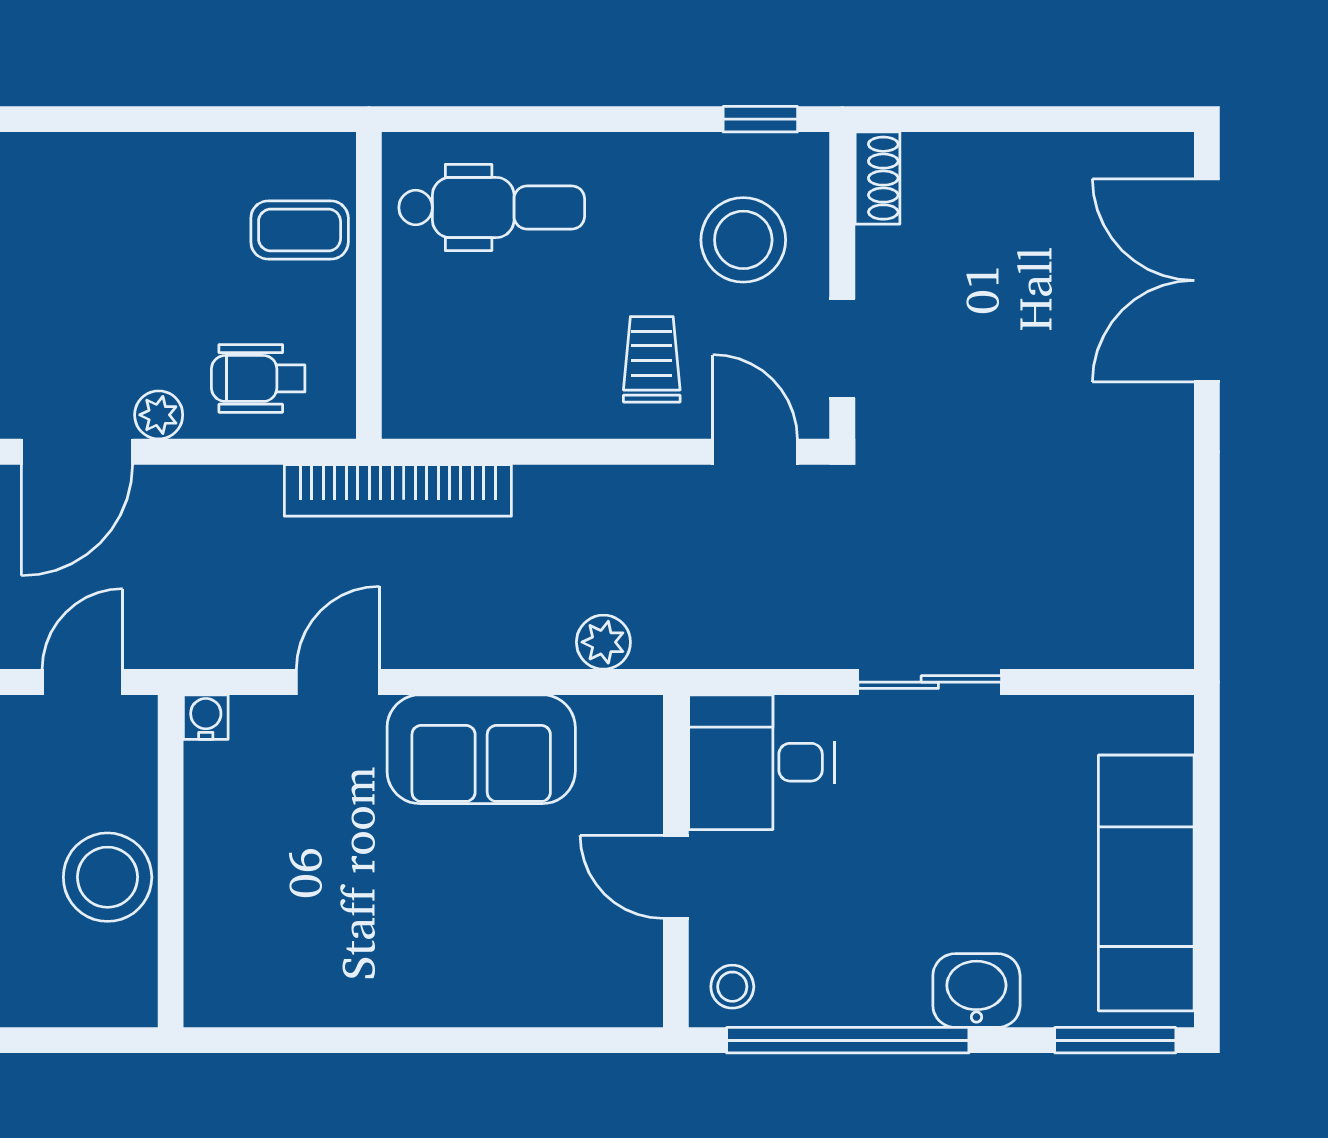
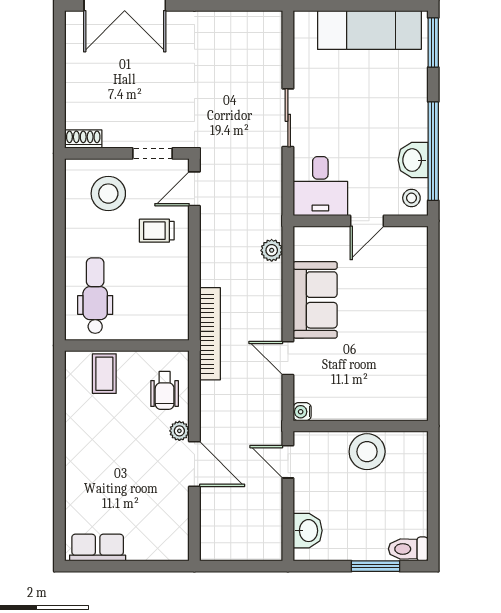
window: (760, 119) -> (59, 187), removed
washbasin: (976, 991) -> (413, 160), moved

